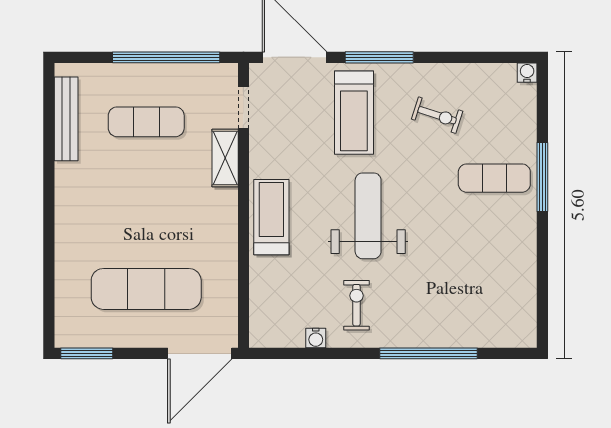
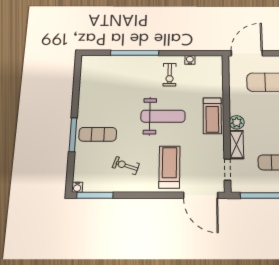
window: (379, 57) -> (95, 195), moved
plant: (224, 203) -> (237, 122), added
weight bench: (368, 216) -> (163, 116), turned -90

